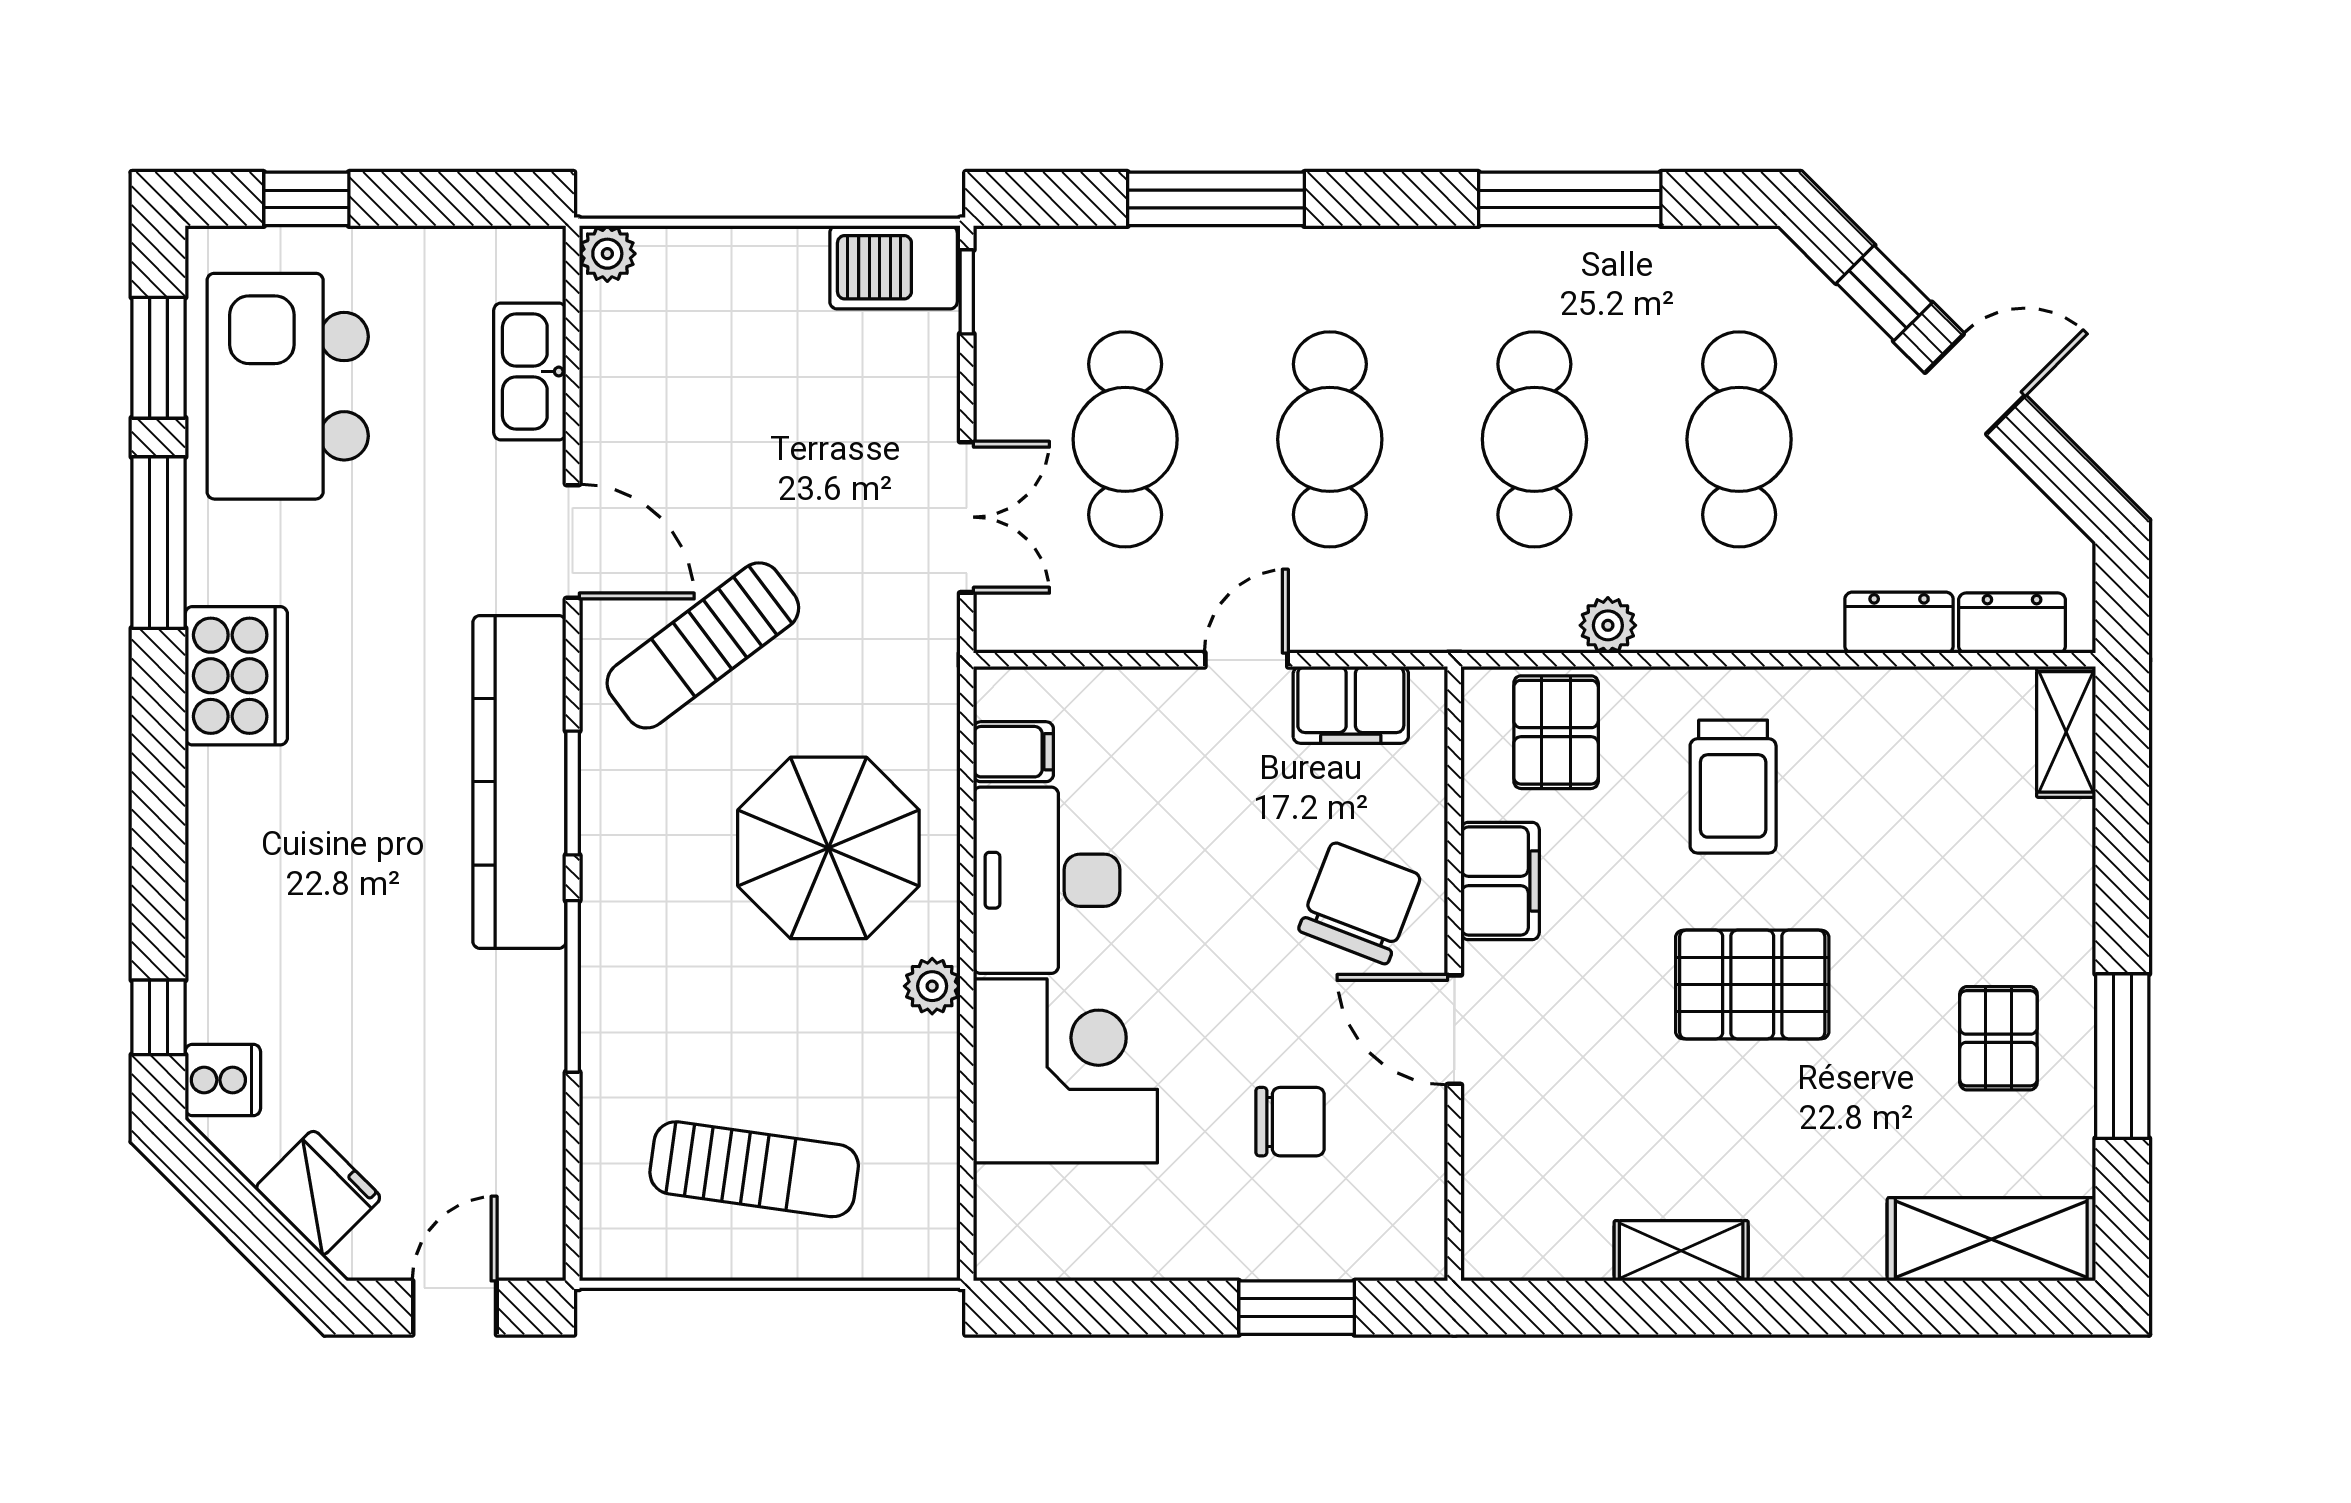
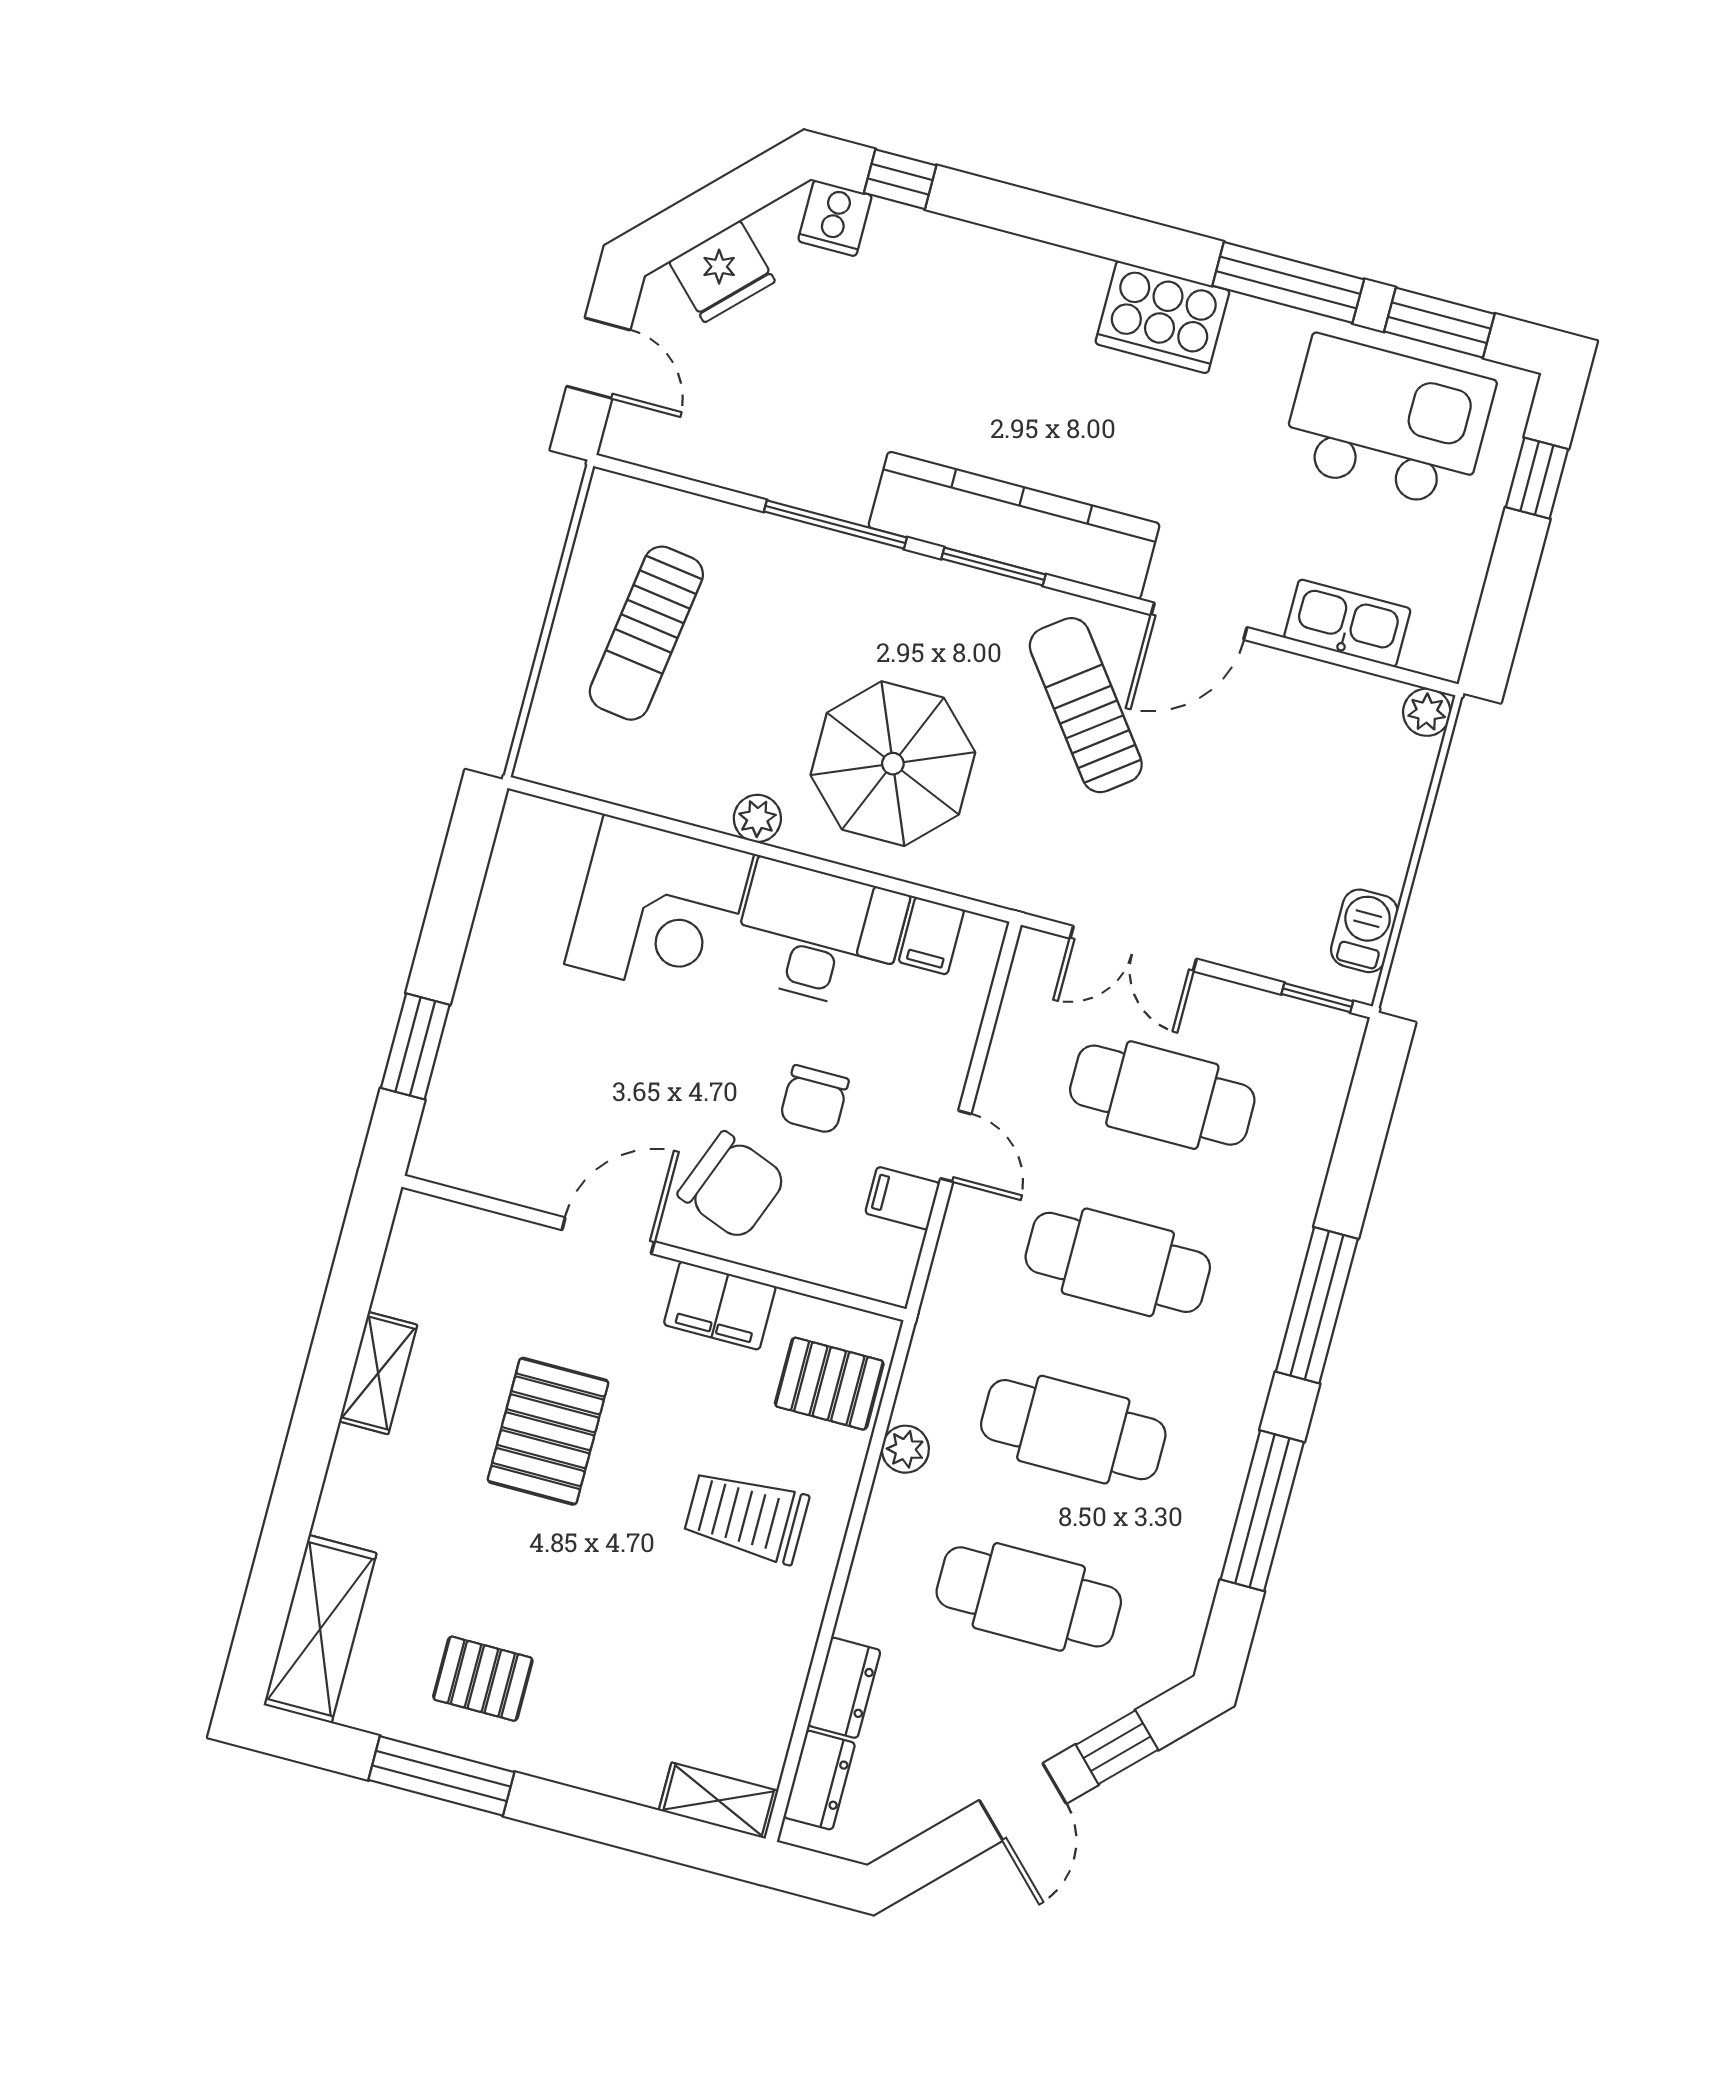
window: (1216, 199) -> (1317, 1305), moved
barbecue: (894, 267) -> (1364, 931), width x0.73, depth x0.79
filing cabinet: (1351, 705) -> (902, 1198), width x0.50
pallet: (1752, 985) -> (548, 1431), moved
chair: (1290, 1122) -> (814, 1100), moved

